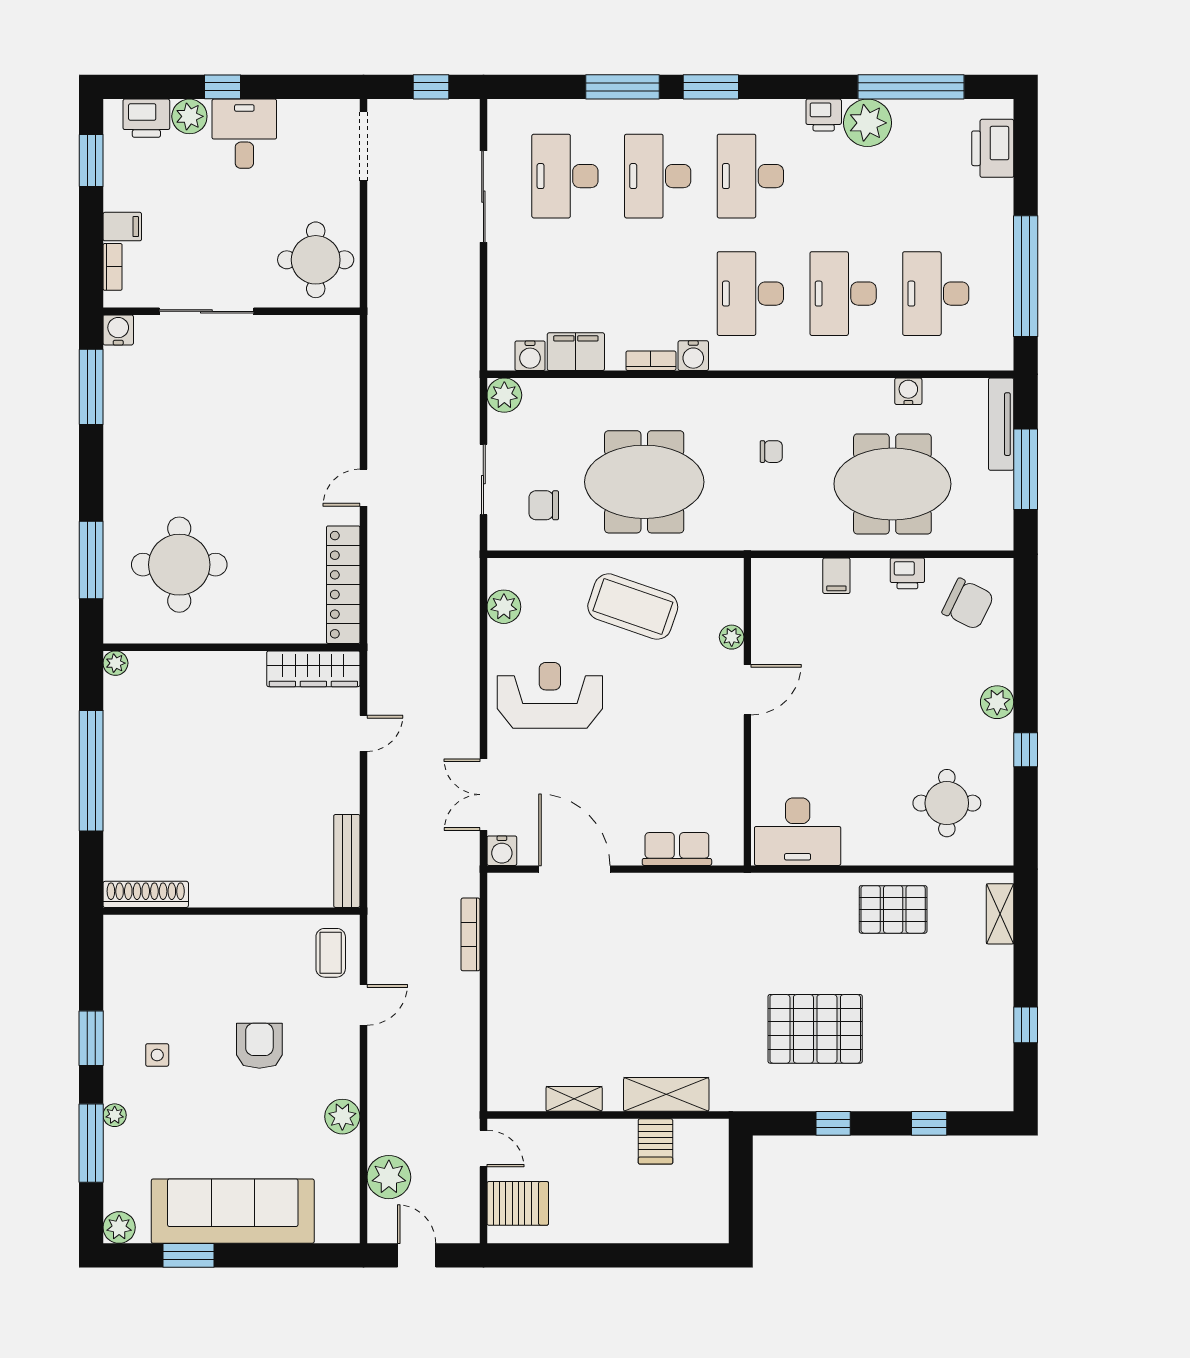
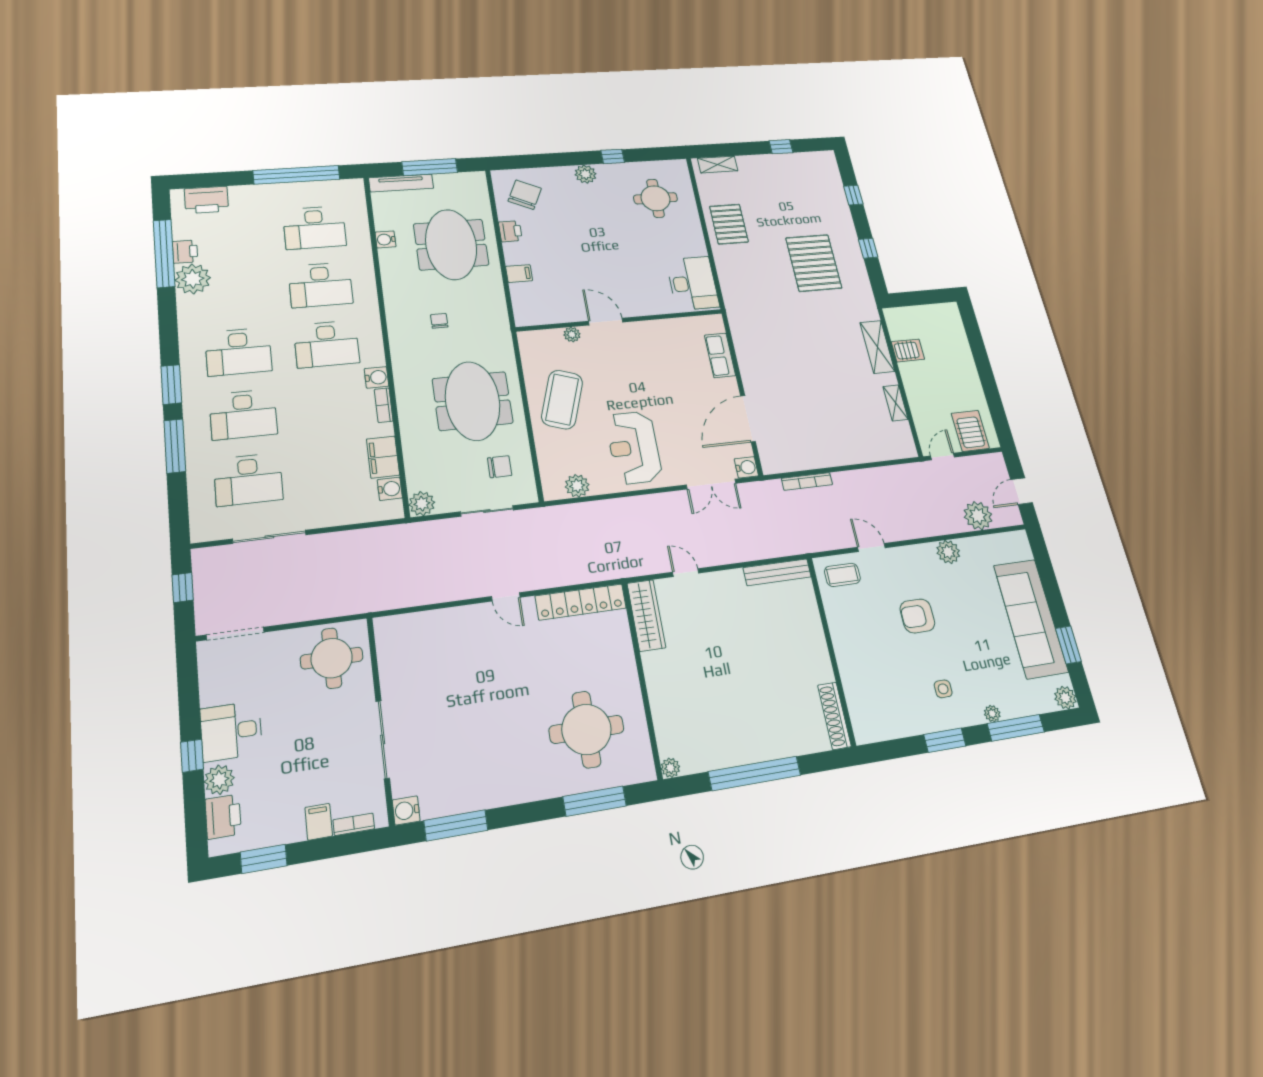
printer: (824, 115) -> (185, 252), moved
chair: (544, 505) -> (500, 467), turned -90

